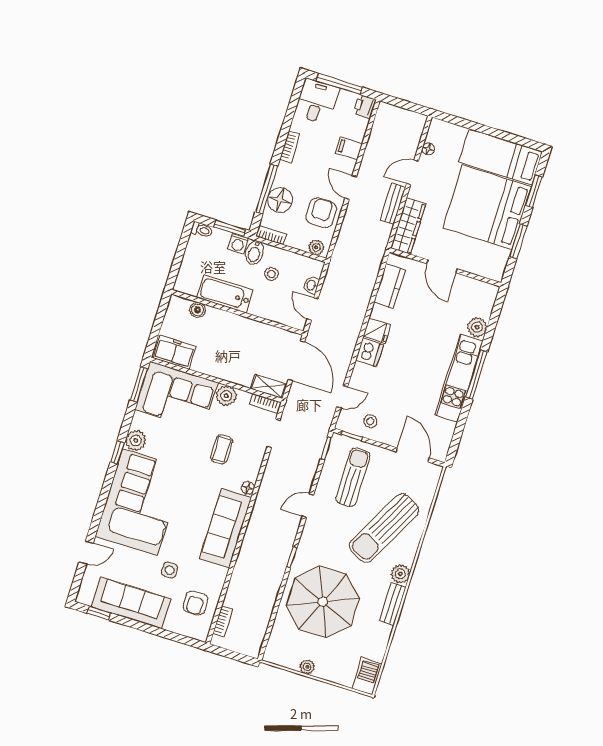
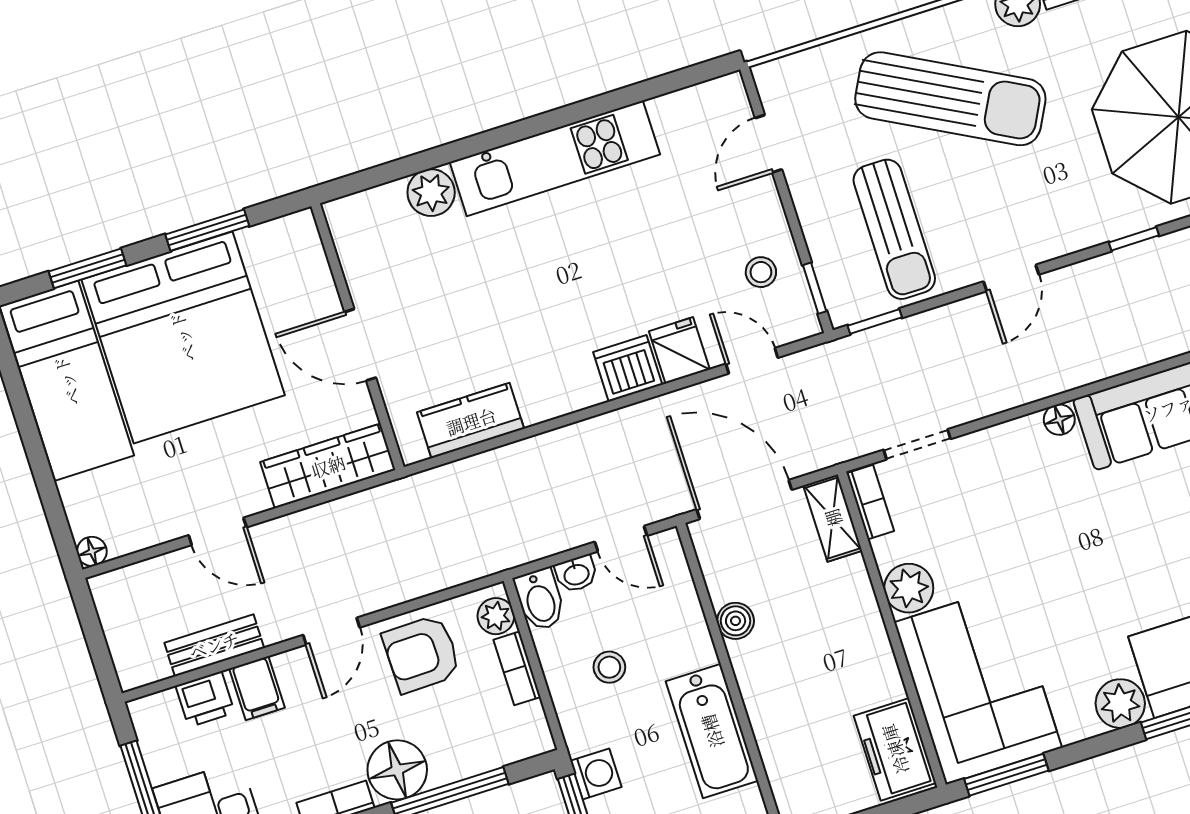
printer: (365, 106) -> (205, 699), moved
floor lamp: (428, 149) -> (92, 551), moved
floor lamp: (280, 200) -> (397, 770), moved
bench: (393, 204) -> (214, 645), moved
bookcase: (271, 235) -> (517, 668), moved
bidet: (254, 253) -> (540, 600), moved, turned 90
door: (442, 266) -> (360, 345), swing flipped
door: (313, 309) -> (621, 539), hinge flipped
boiler: (198, 310) -> (736, 621), moved
fridge: (377, 331) -> (679, 350), moved
door: (296, 361) -> (744, 499), hinge flipped
window: (476, 374) -> (524, 129), removed
coffee table: (222, 449) -> (1020, 524), removed
door: (413, 455) -> (769, 144), width x0.73
sun lounger: (353, 477) -> (894, 229), turned -90
door: (308, 506) -> (1011, 278), hinge flipped

